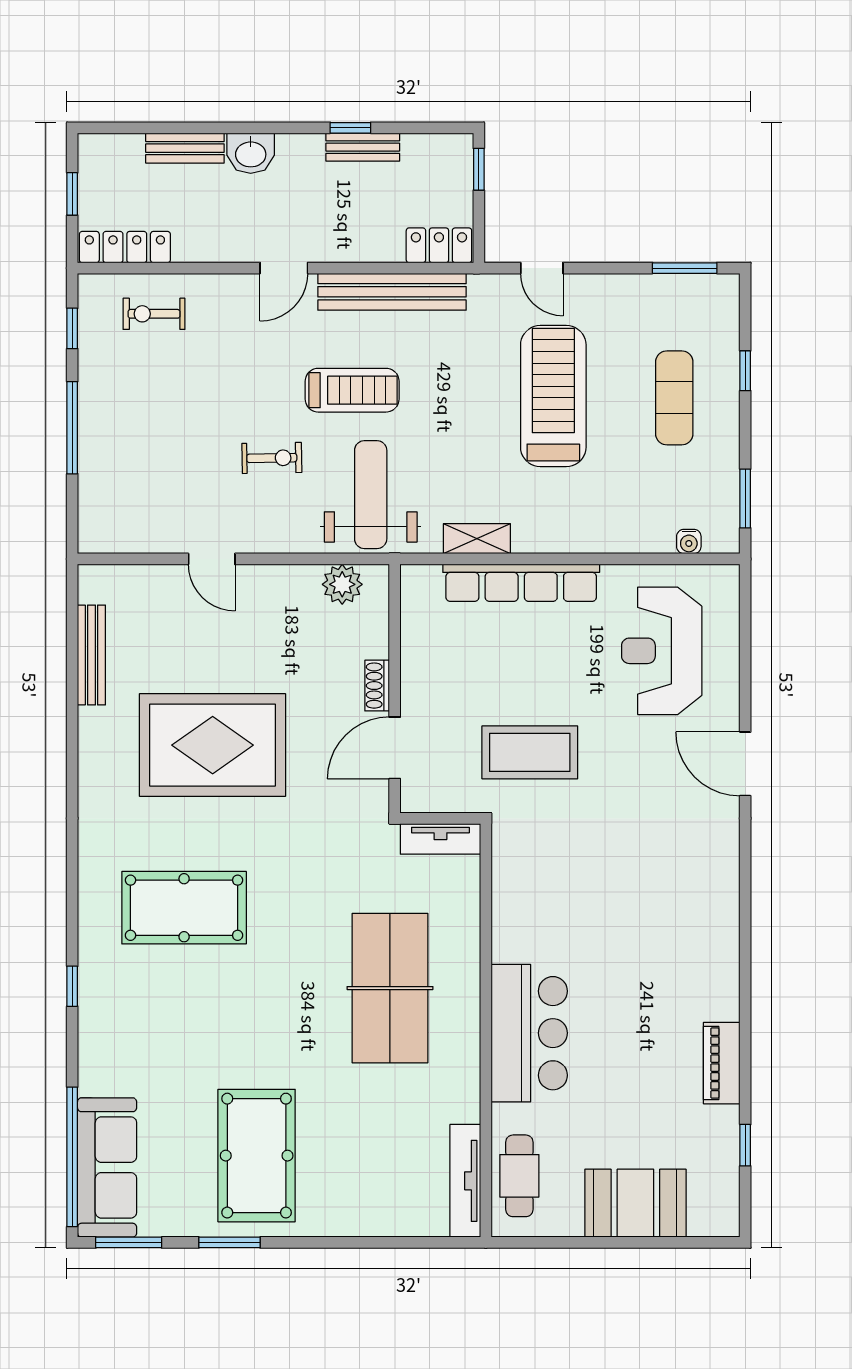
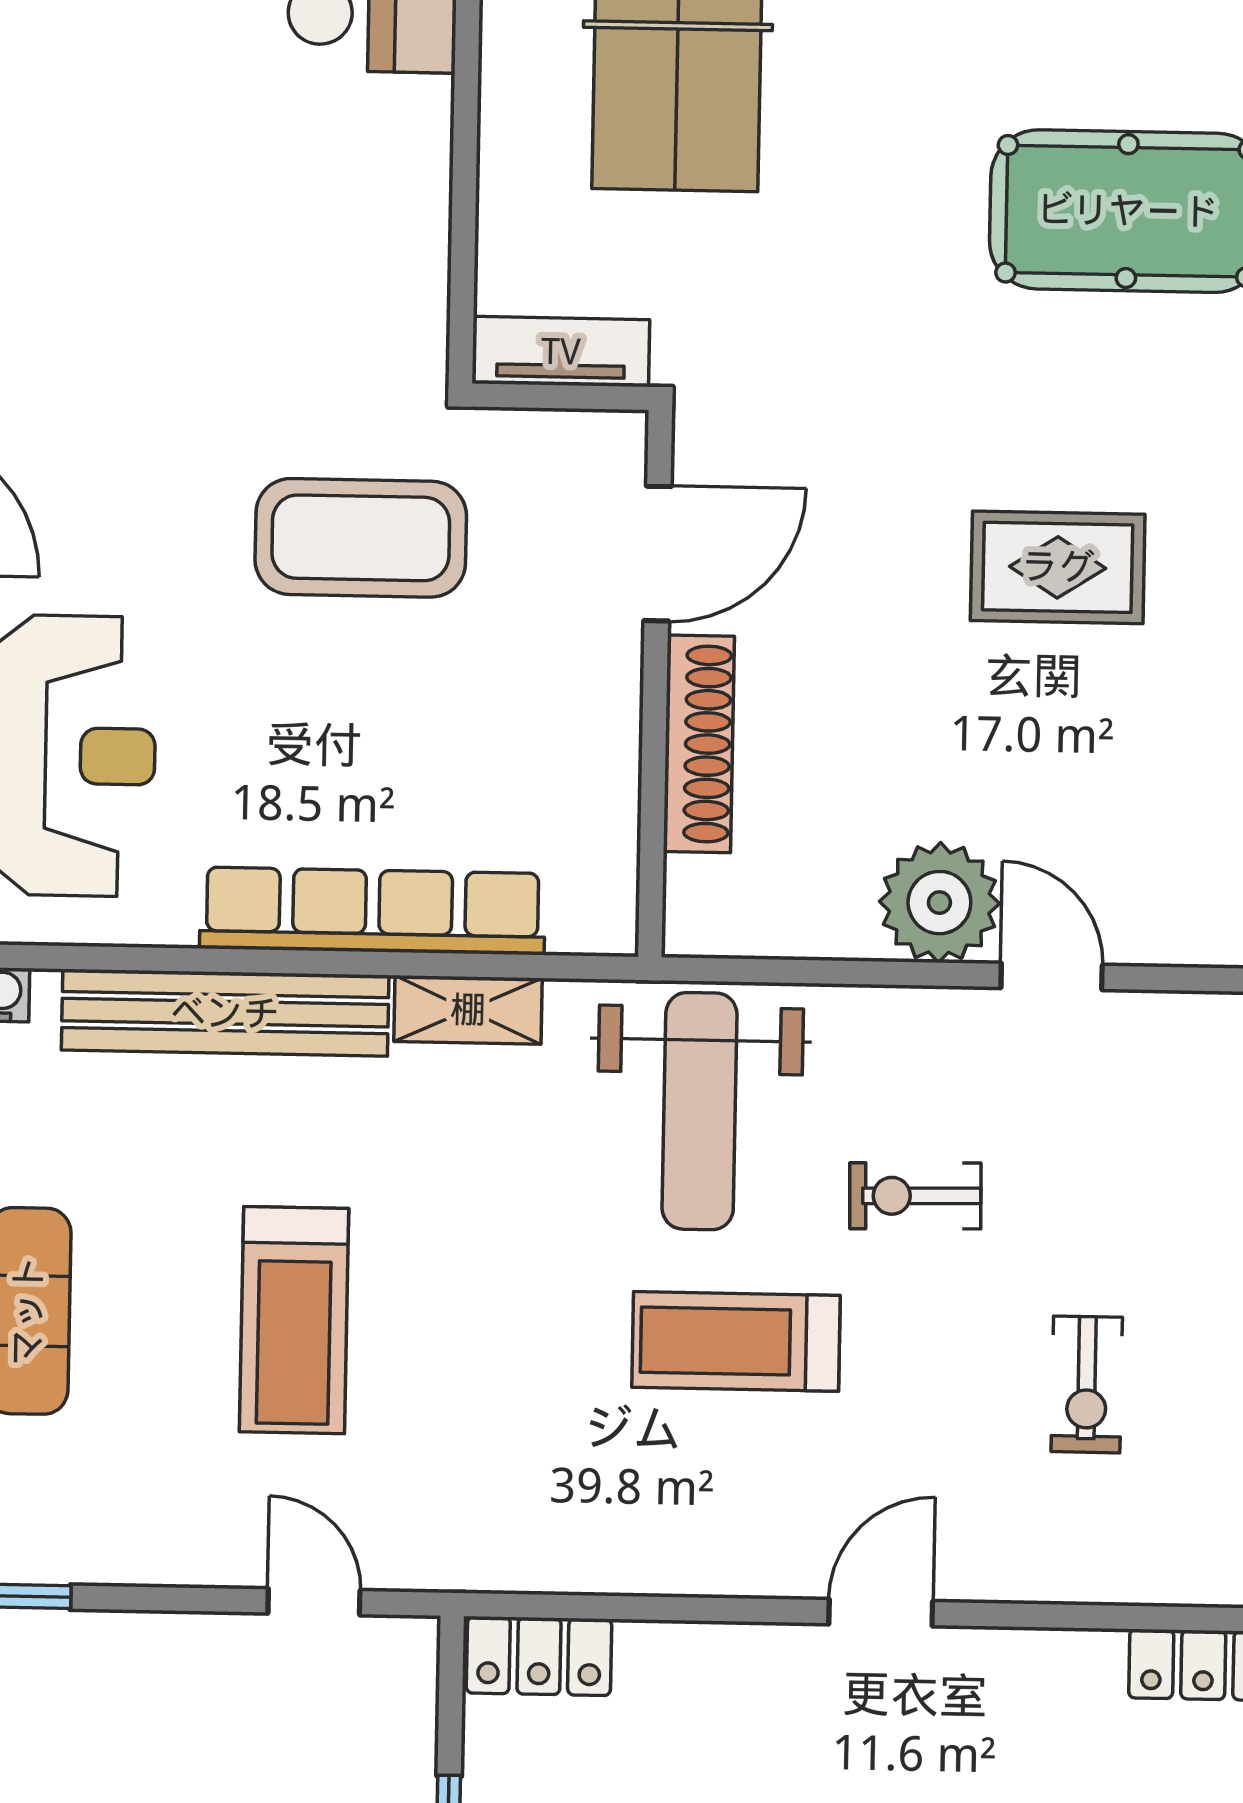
bench: (392, 292) -> (225, 1013), moved
exercise bike: (154, 314) -> (1087, 1384), moved, turned 90
treadmill: (553, 396) -> (294, 1320), width x0.73, depth x0.73
plant: (342, 584) -> (939, 903), moved, width x1.36, depth x1.36
shoe rack: (377, 686) -> (699, 744), width x1.94, depth x1.24
rug: (213, 745) -> (1058, 567), width x0.54, depth x0.49

